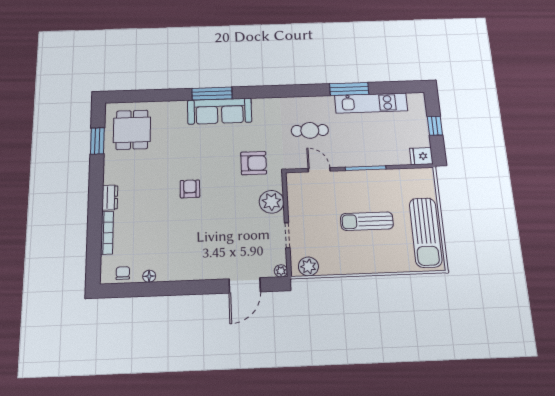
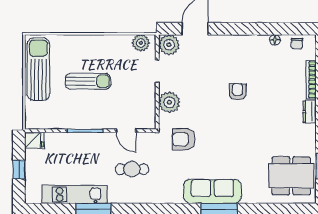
dining table: (132, 130) -> (291, 176), width x1.38
armchair: (190, 189) -> (238, 92), moved, turned 180
plant: (281, 271) -> (169, 45), width x1.88, depth x1.88

